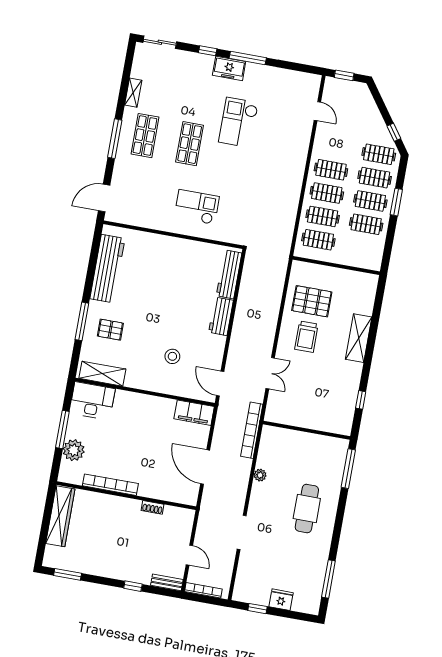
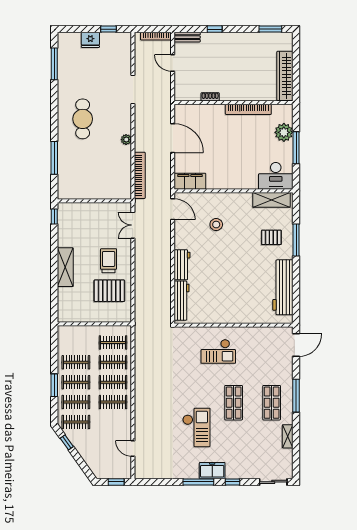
wall: (307, 430) -> (94, 201), moved

